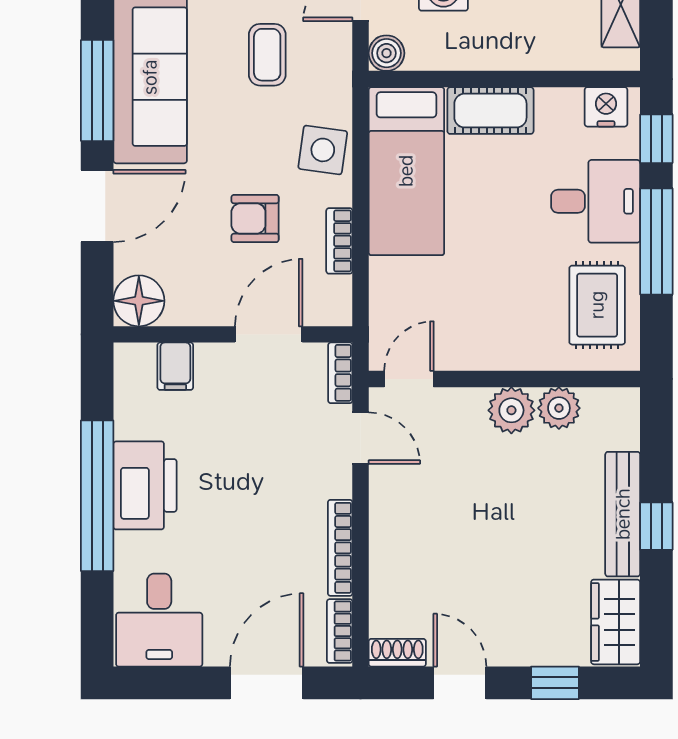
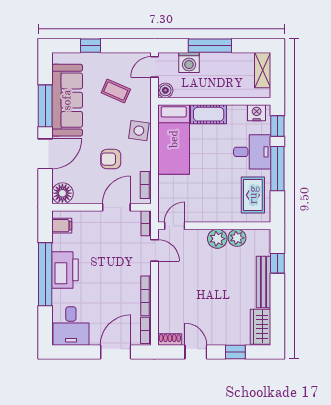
coffee table: (267, 55) -> (116, 91), turned -66
bookcase: (339, 241) -> (146, 185), moved
filing cabinet: (175, 366) -> (62, 226), moved, turned -90
window: (656, 526) -> (277, 263), moved

